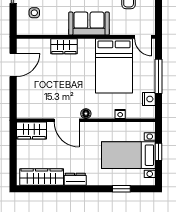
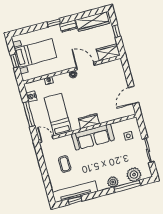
sofa: (89, 24) -> (93, 137), width x1.36
wardrobe: (64, 46) -> (89, 121), moved
bed: (114, 66) -> (58, 114), width x0.67
window: (13, 156) -> (116, 31), added
window: (121, 189) -> (54, 23), moved

